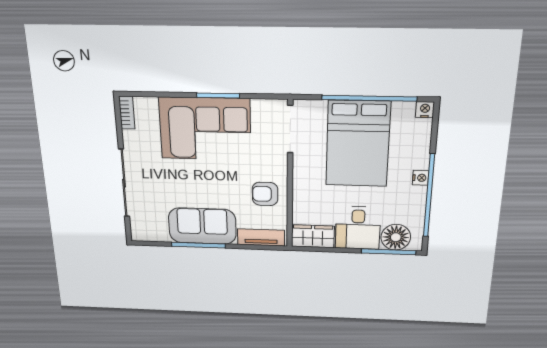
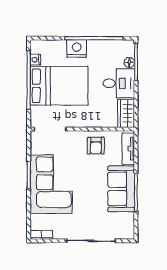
nightstand: (425, 110) -> (35, 60), moved
nightstand: (420, 178) -> (77, 49), width x1.89, depth x1.79
floor lamp: (396, 237) -> (129, 62), width x0.53, depth x0.53

